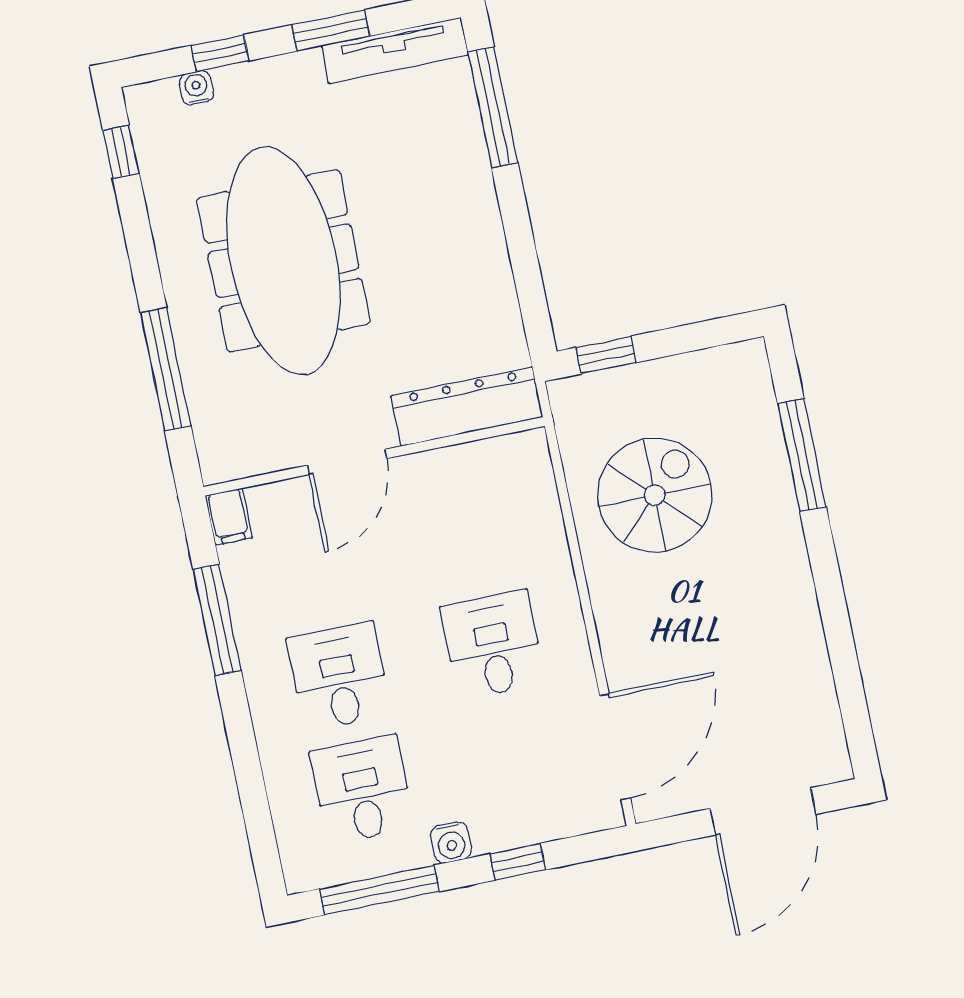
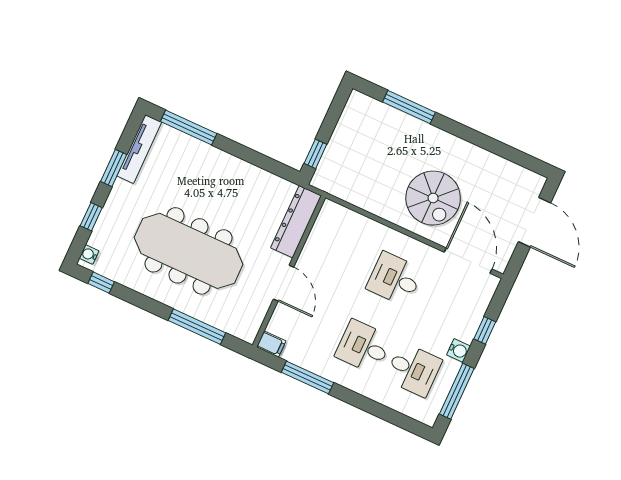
water cooler: (196, 88) -> (89, 254), moved
spiral stairs: (655, 495) -> (433, 198), moved, turned 180
desk: (362, 790) -> (413, 370), turned 180

